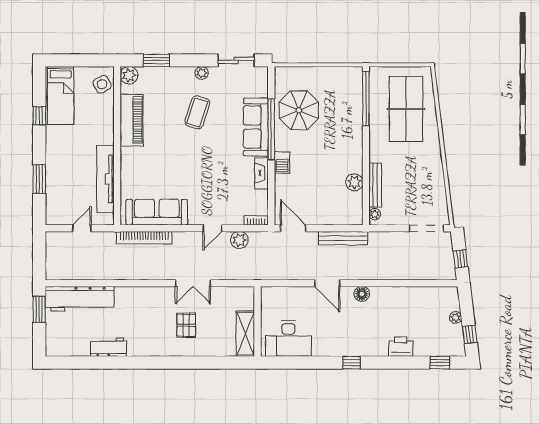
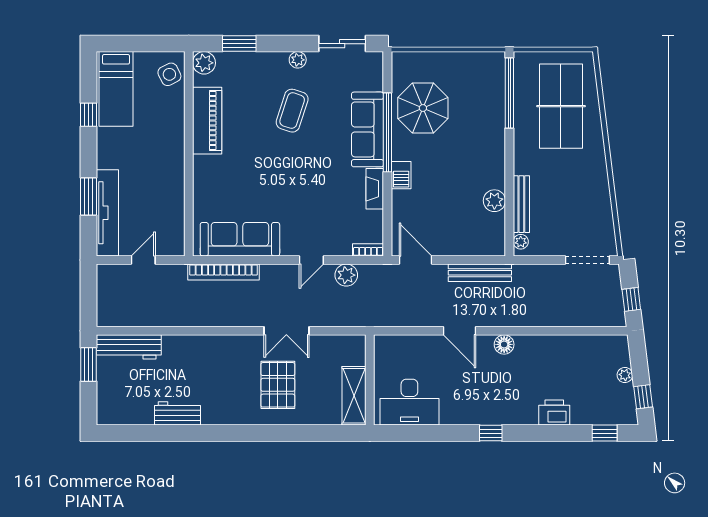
tv unit: (105, 179) -> (107, 213), moved, turned 180
workbench: (80, 299) -> (129, 347), width x0.73, depth x0.76
pallet: (186, 325) -> (278, 385), width x1.50, depth x1.42

